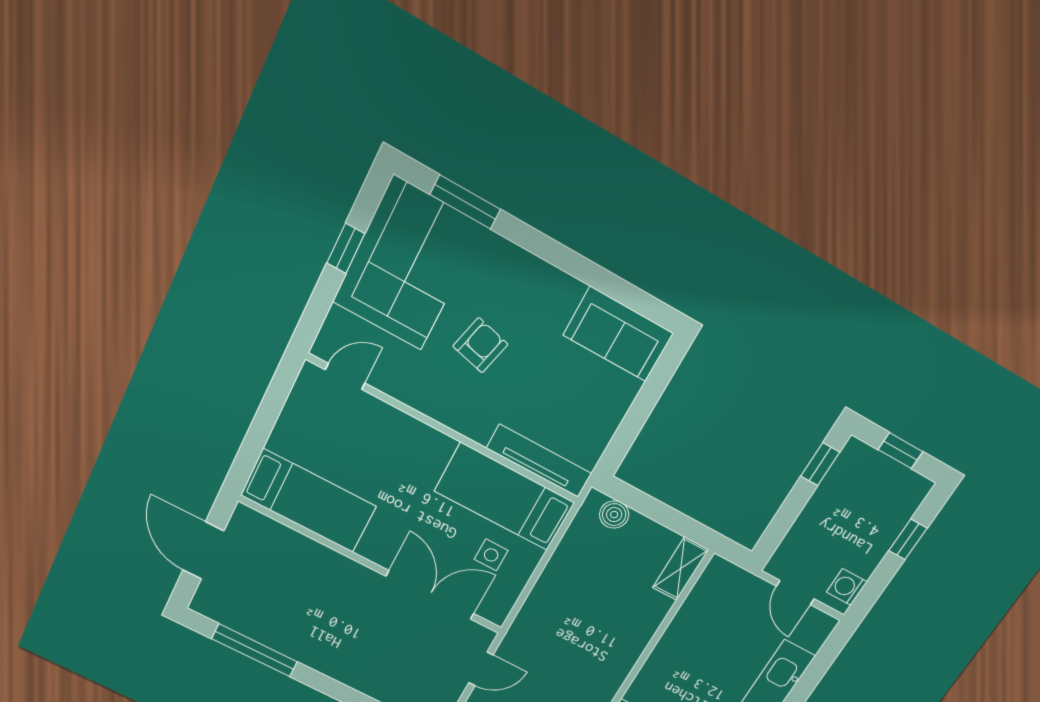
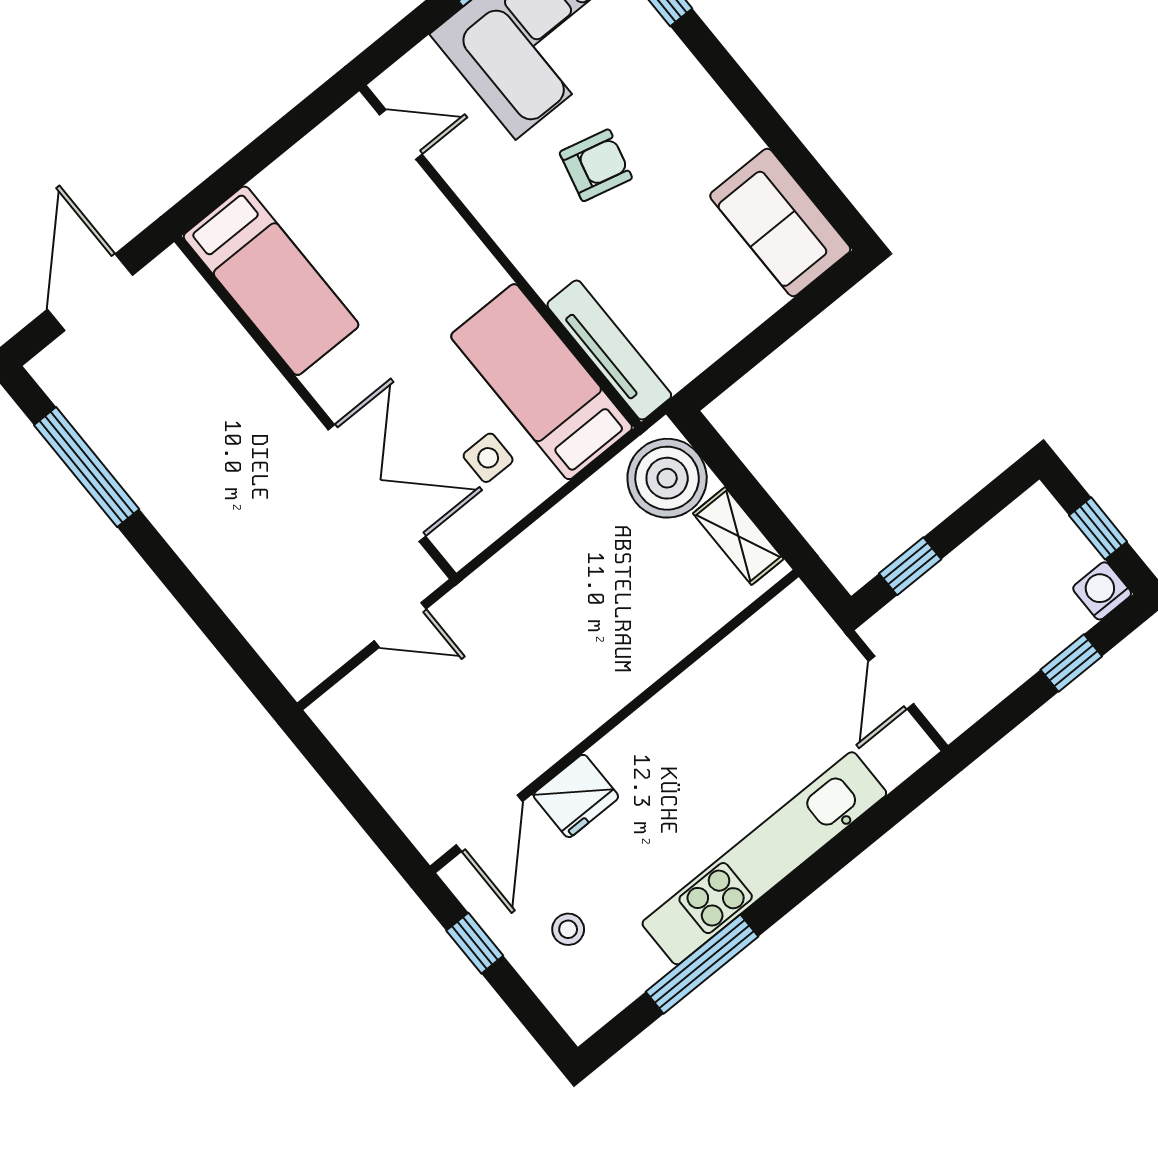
window: (820, 464) -> (910, 566), moved
boiler: (614, 515) -> (667, 478), width x1.86, depth x1.86
shelving: (681, 569) -> (738, 536), moved, turned 90
washing machine: (847, 587) -> (1102, 591), moved

